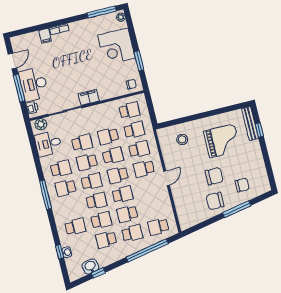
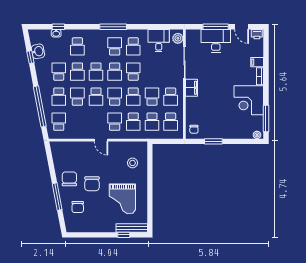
corner desk: (116, 47) -> (249, 100), moved, turned -90
printer: (32, 107) -> (257, 34), moved
school desk: (82, 143) -> (171, 97), moved

